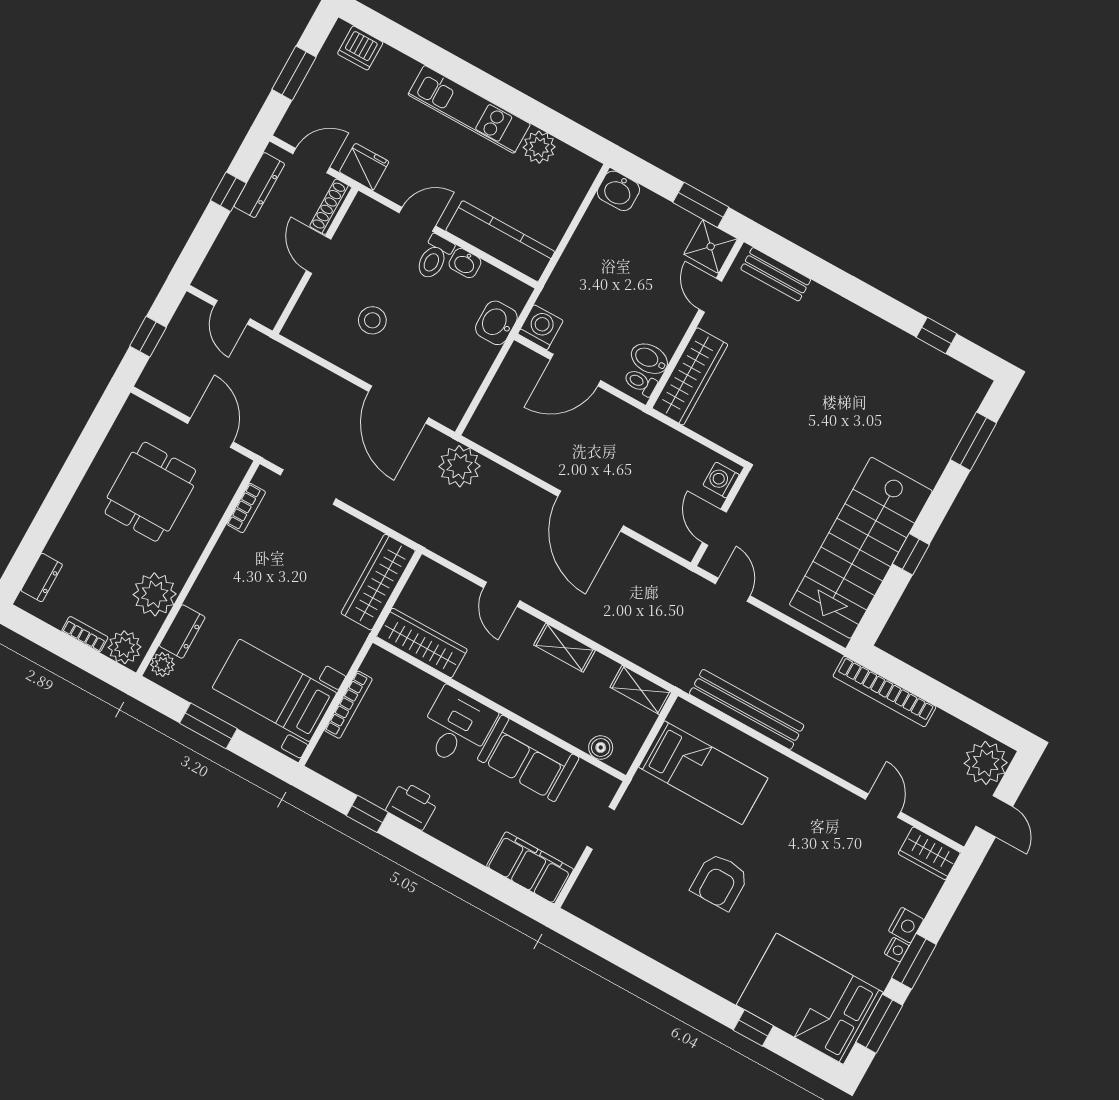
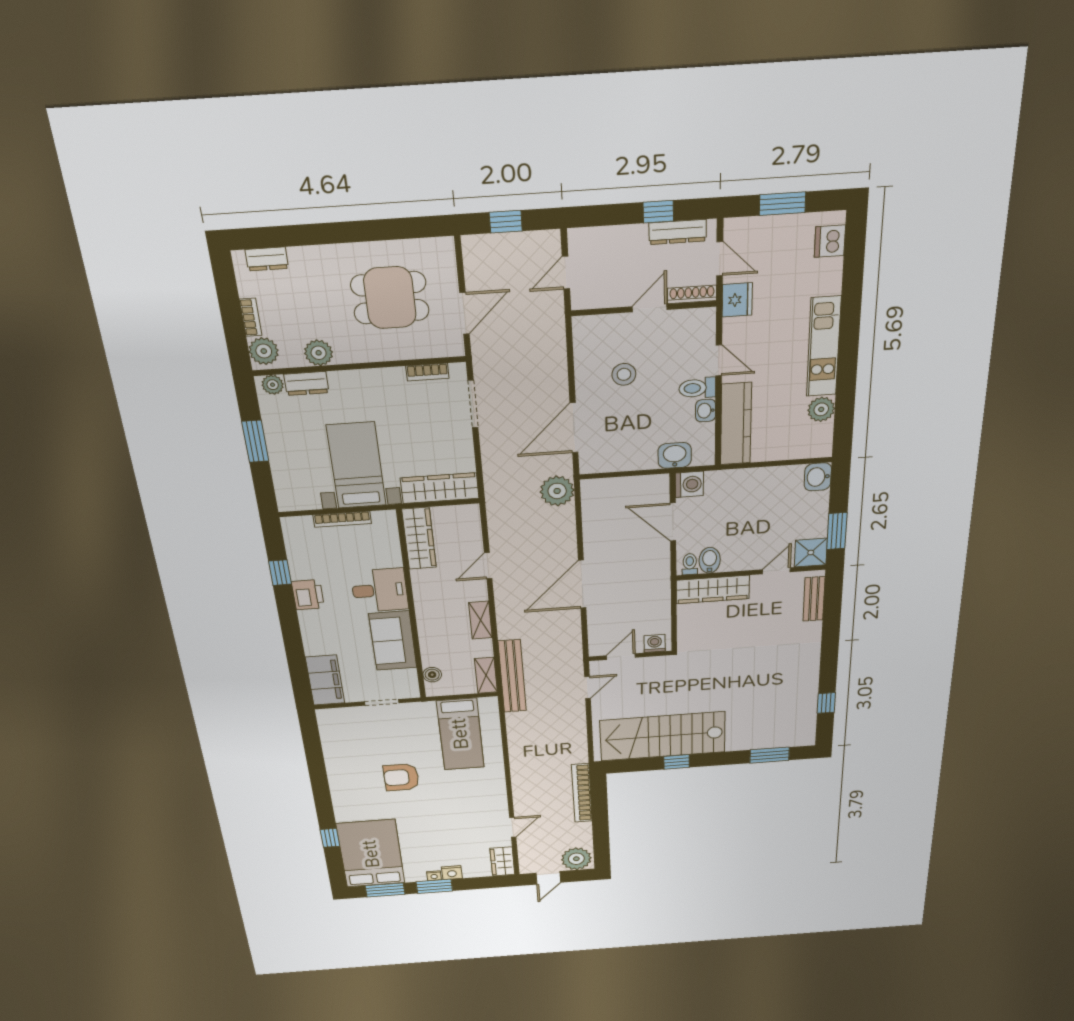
plant: (155, 594) -> (319, 353), width x0.73, depth x0.73
bed with nightstands: (274, 690) -> (356, 465), moved
bench: (747, 709) -> (512, 676), moved

